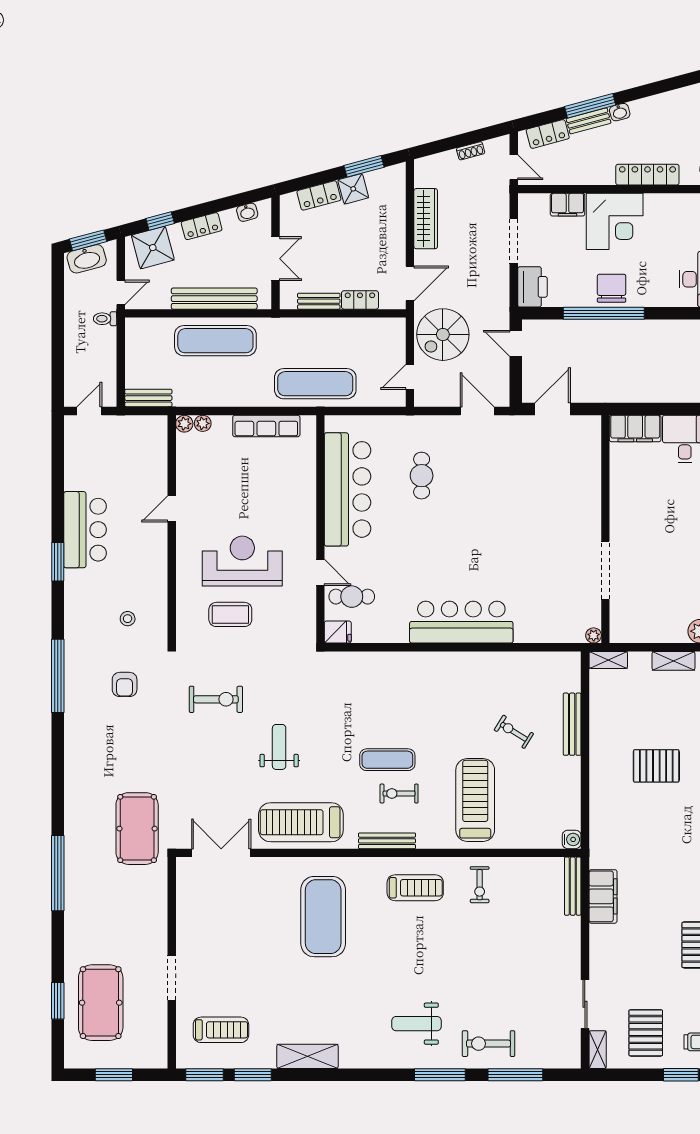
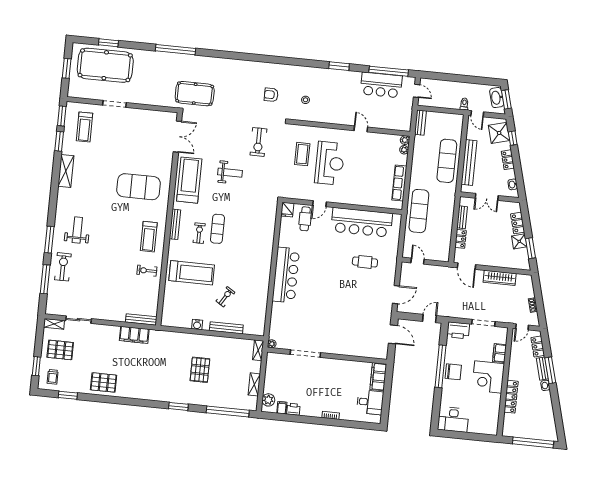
spiral stairs: (443, 335) -> (438, 281), removed
bar counter: (85, 530) -> (381, 85), moved
window: (58, 676) -> (389, 71), moved
water cooler: (572, 839) -> (197, 325), moved
pool table: (101, 1003) -> (105, 65), width x1.36, depth x1.32

